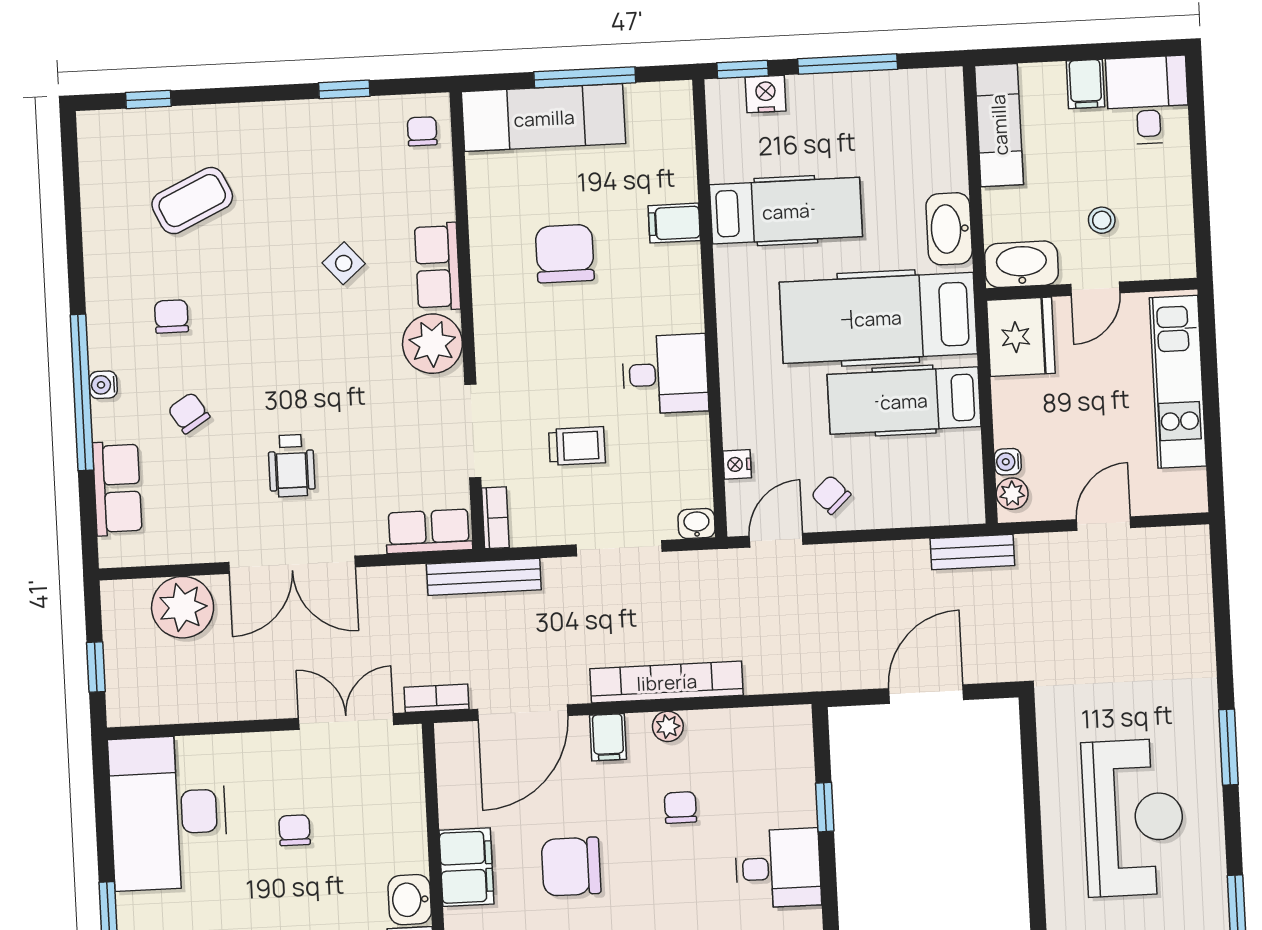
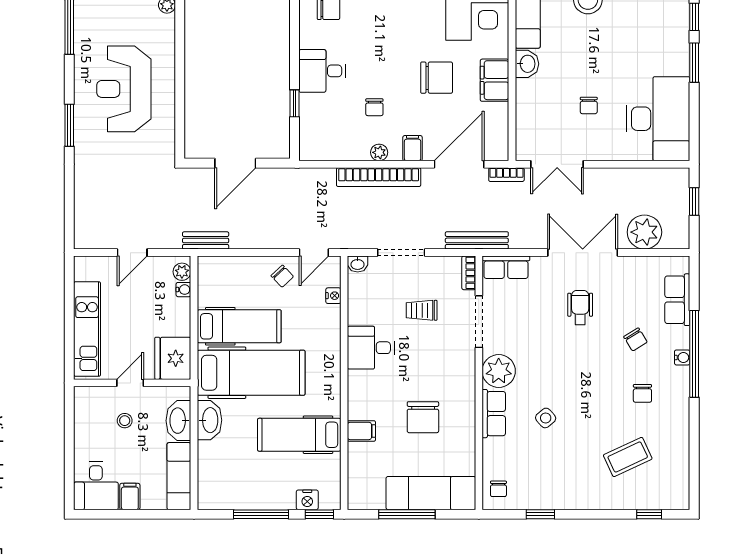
washbasin: (1021, 264) -> (178, 421), moved, turned 90

